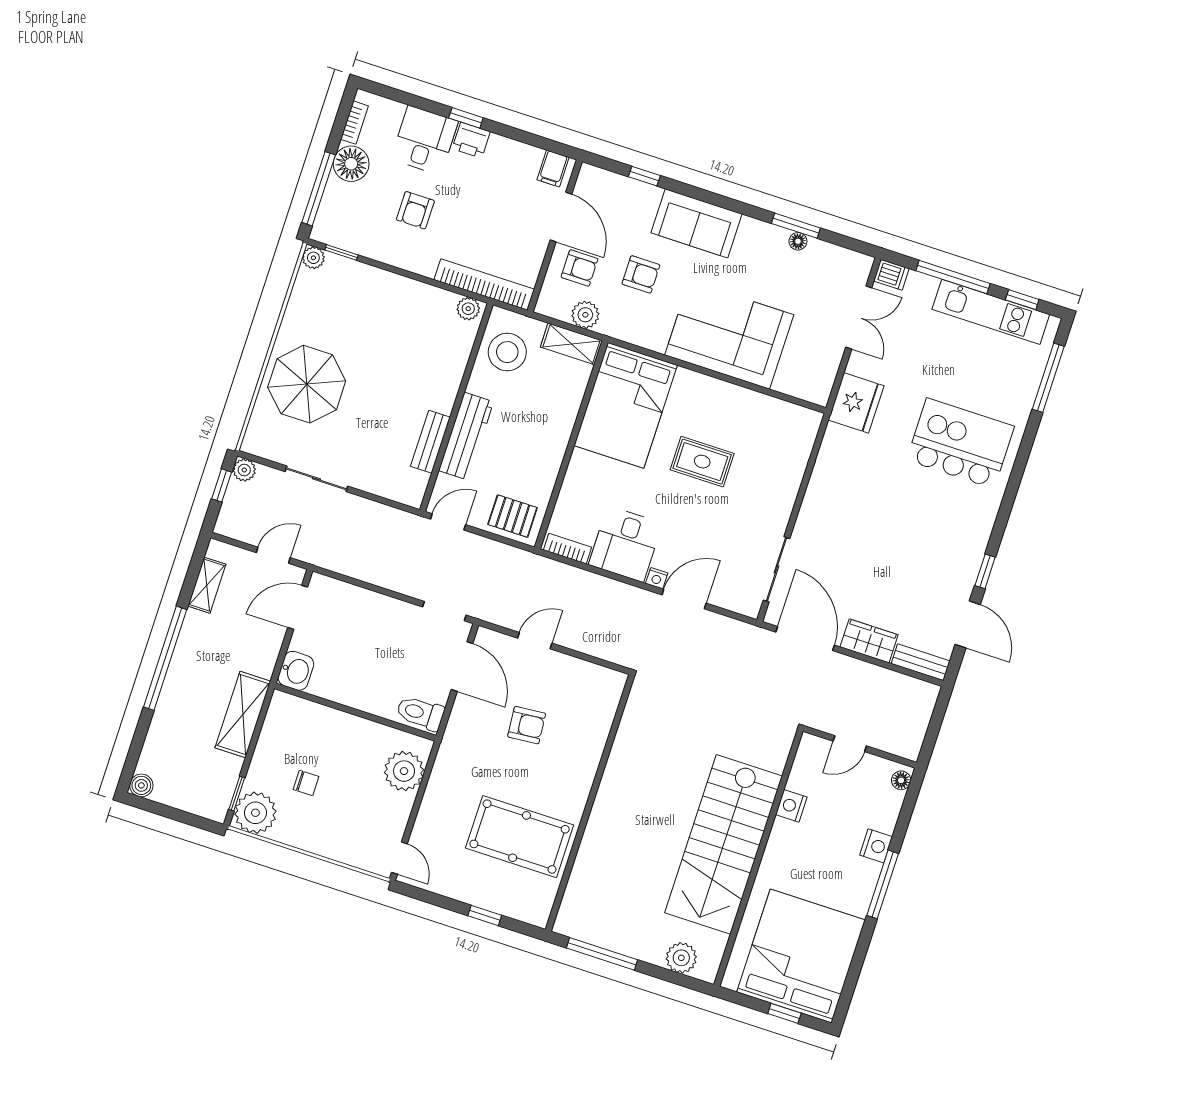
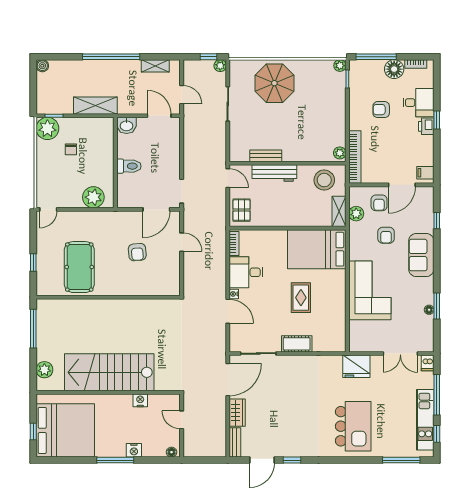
cot: (782, 496) -> (297, 344), added
toilet: (420, 713) -> (129, 166), moved, turned 90

